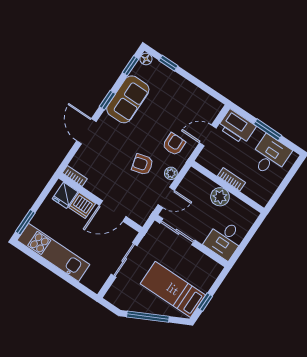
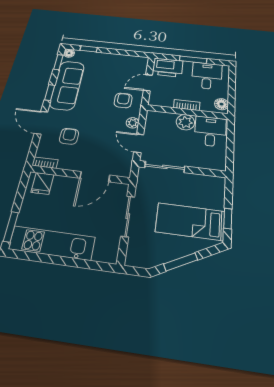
sofa: (128, 99) -> (67, 85), width x1.36
armchair: (142, 164) -> (69, 136), moved, turned 105
floor lamp: (265, 194) -> (221, 104), added
door: (166, 197) -> (139, 143), swing flipped
dishwasher: (82, 205) -> (63, 185), removed
desk: (225, 239) -> (210, 131), moved, turned 180
window: (148, 317) -> (181, 262), width x0.69

